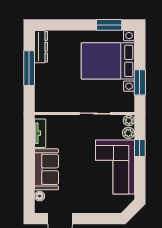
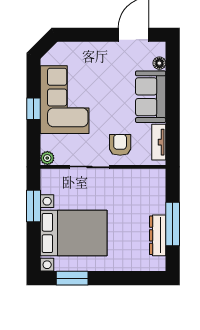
dresser: (41, 47) -> (158, 235), moved
armchair: (71, 131) -> (120, 145), added
plant: (128, 133) -> (48, 142), removed
window: (140, 148) -> (33, 109), moved

